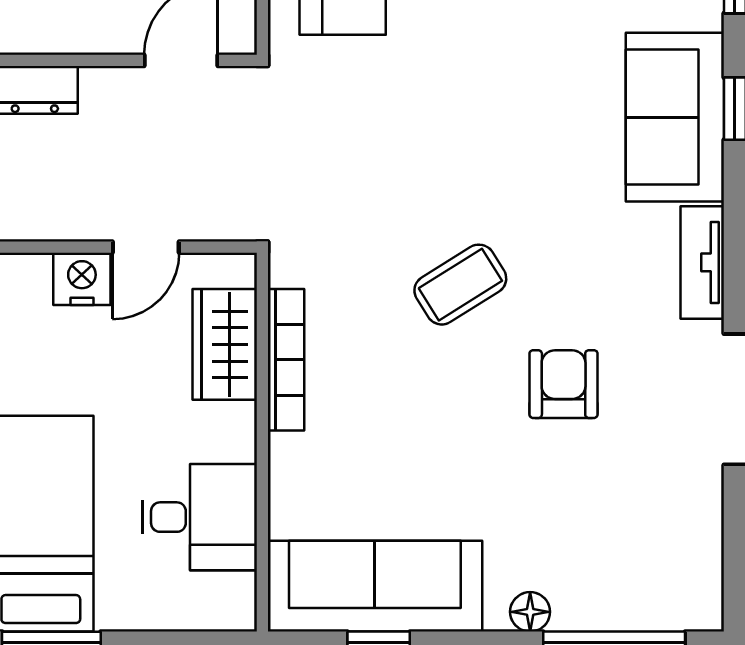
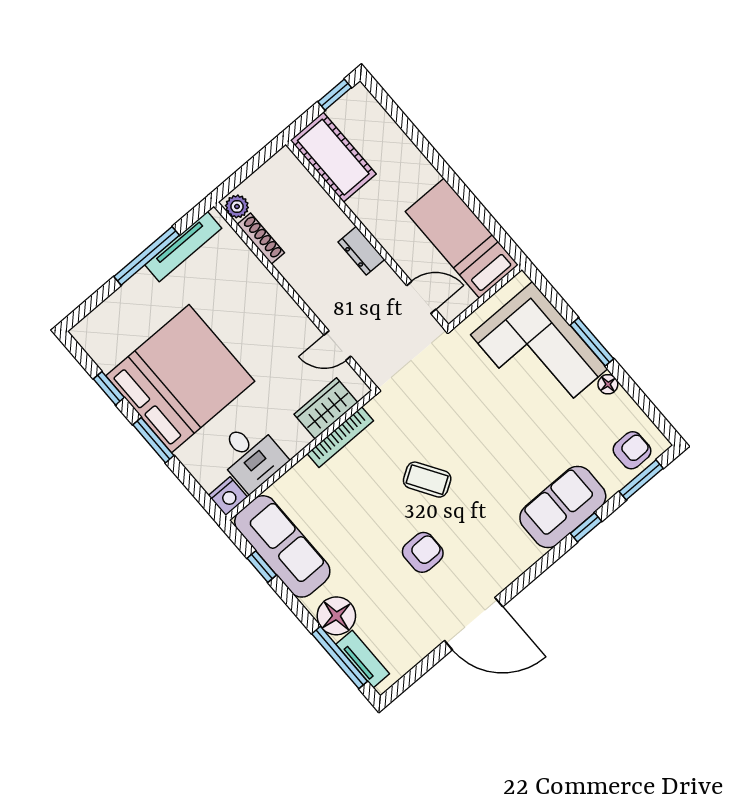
tv unit: (702, 262) -> (363, 659), moved, turned 90
nightstand: (82, 279) -> (228, 496), moved, turned 90
floor lamp: (530, 612) -> (336, 616), width x1.89, depth x1.89

